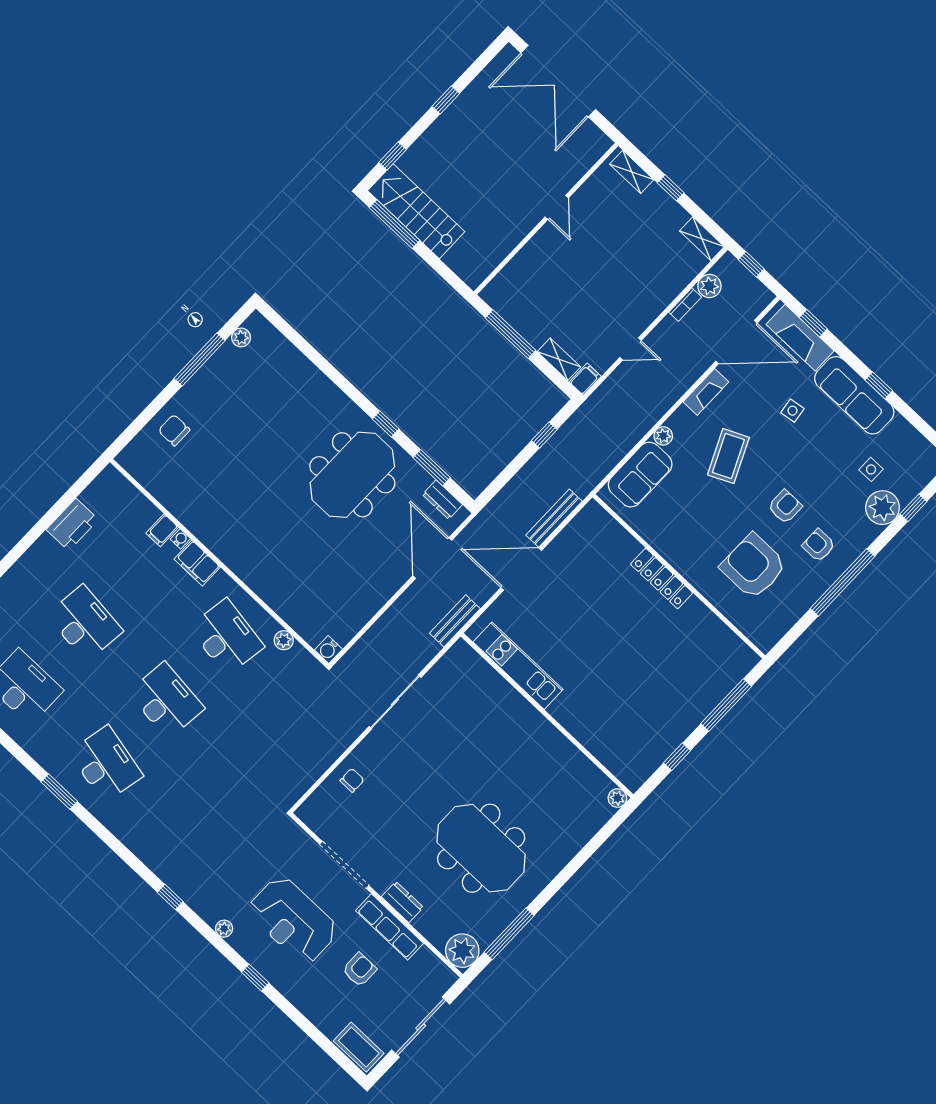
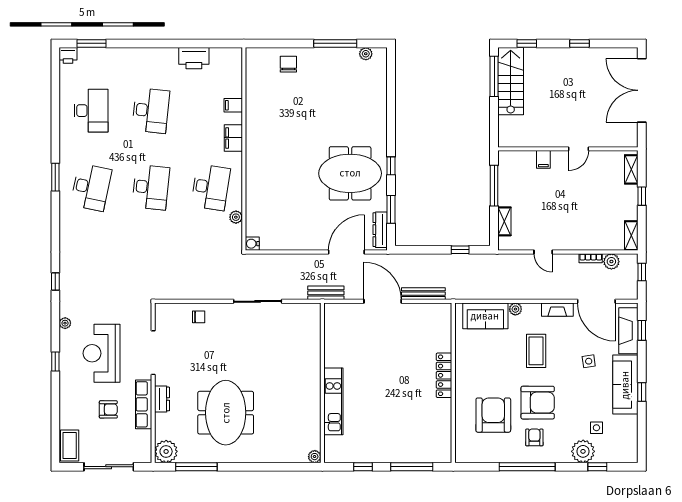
filing cabinet: (585, 379) -> (543, 159), moved, turned 90
coffee table: (728, 456) -> (536, 351), turned -65
dresser: (442, 500) -> (380, 230), width x1.44
armchair: (785, 507) -> (538, 403), width x1.88, depth x1.88
water cooler: (180, 539) -> (237, 118), removed
kitchen unit: (518, 666) -> (333, 401), moved

